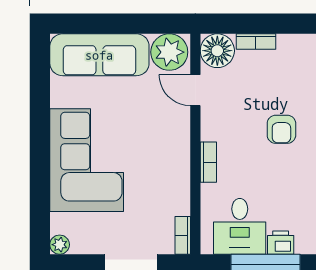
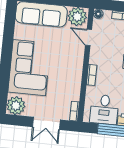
floor lamp: (217, 51) -> (98, 14), width x0.53, depth x0.53
plant: (60, 245) -> (16, 106), width x1.88, depth x1.88

